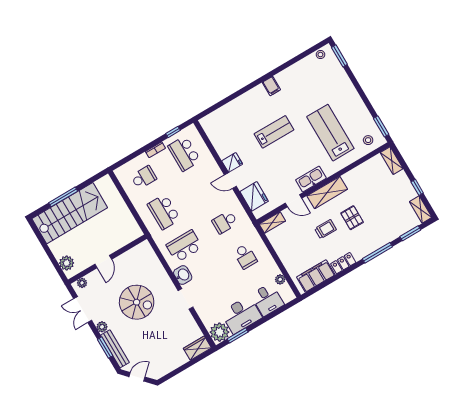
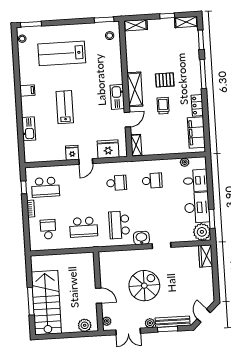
kitchen sink: (234, 107) -> (29, 129), added
lab bench: (330, 133) -> (62, 53), moved
school desk: (225, 222) -> (117, 183), turned -90

